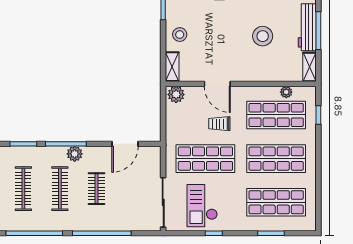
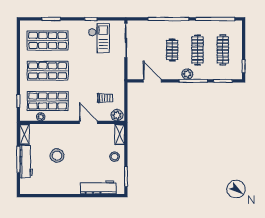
trolley: (219, 124) -> (105, 98), moved
door: (125, 144) -> (152, 81), hinge flipped
shop shelf: (205, 159) -> (97, 71), removed

